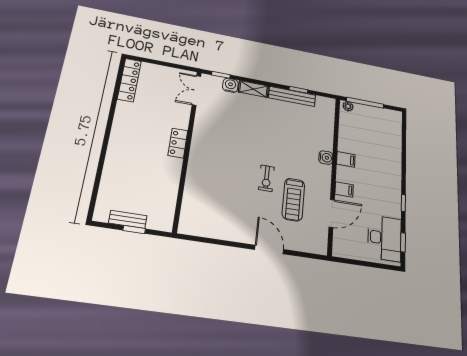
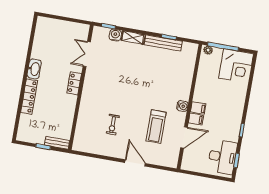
locker: (129, 80) -> (29, 96), moved
double door: (196, 90) -> (87, 54), moved
washbasin: (121, 124) -> (34, 69), added
corner desk: (384, 125) -> (236, 66), added
water cooler: (326, 158) -> (182, 106), moved
filing cabinet: (346, 159) -> (198, 108), moved
exercise bike: (267, 178) -> (113, 125), moved
bench: (128, 219) -> (57, 143), moved

